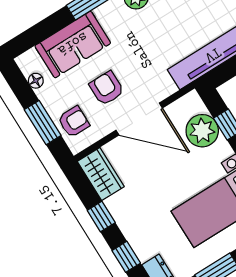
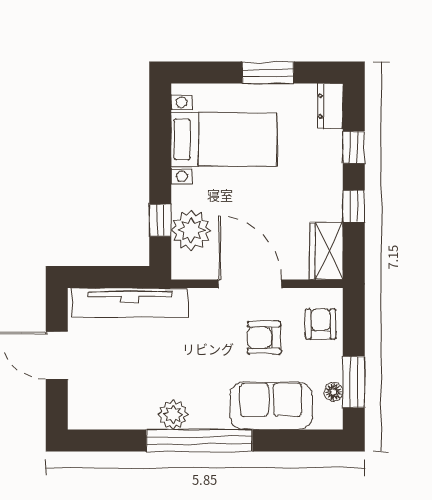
armchair: (107, 88) -> (264, 338), turned 90
armchair: (74, 122) -> (321, 324), turned 90
window: (43, 123) -> (354, 382), moved

